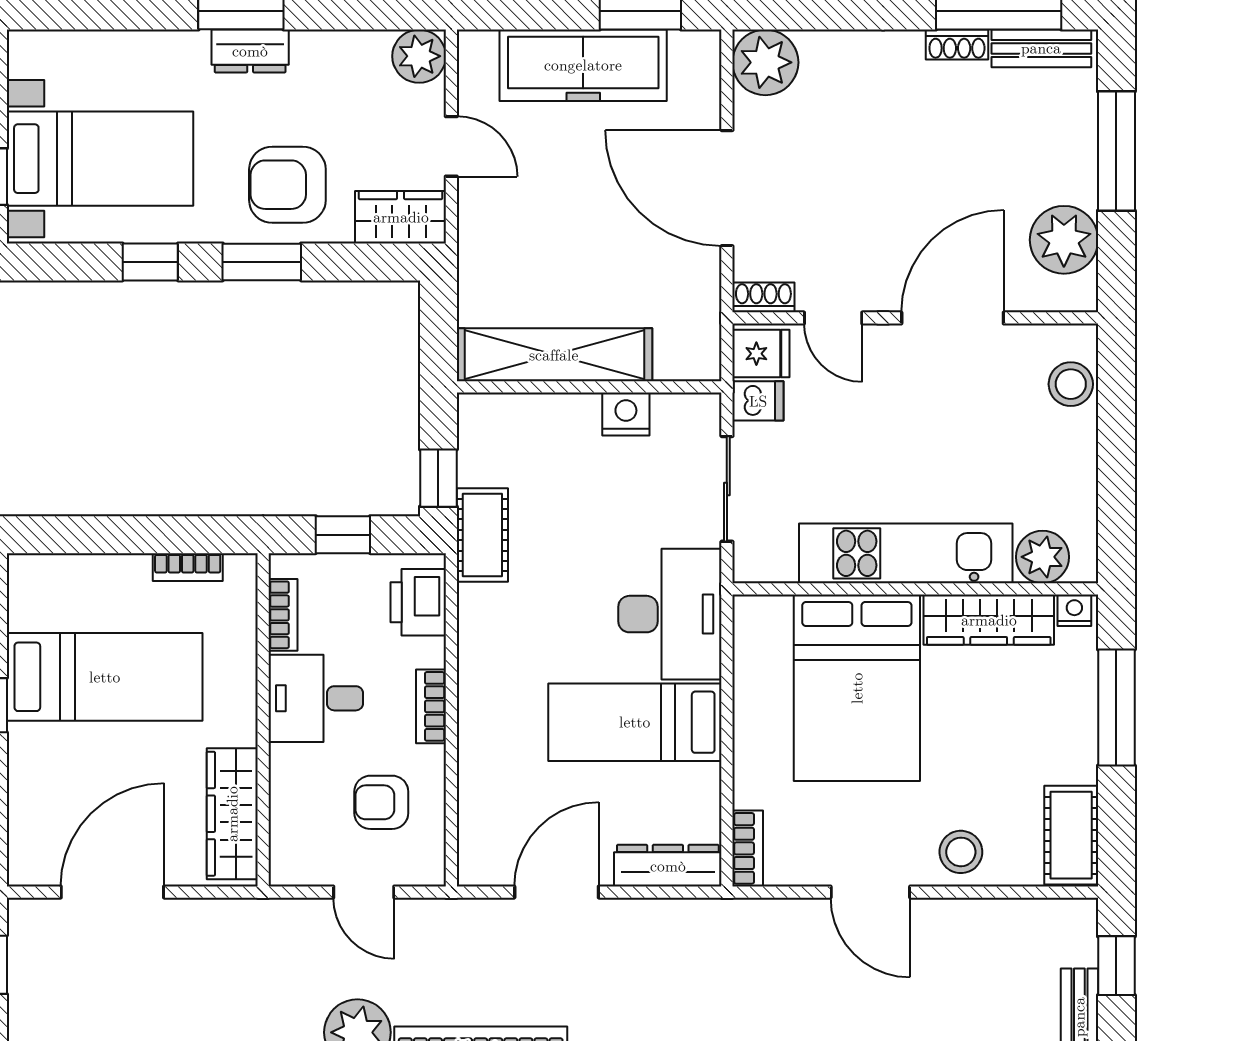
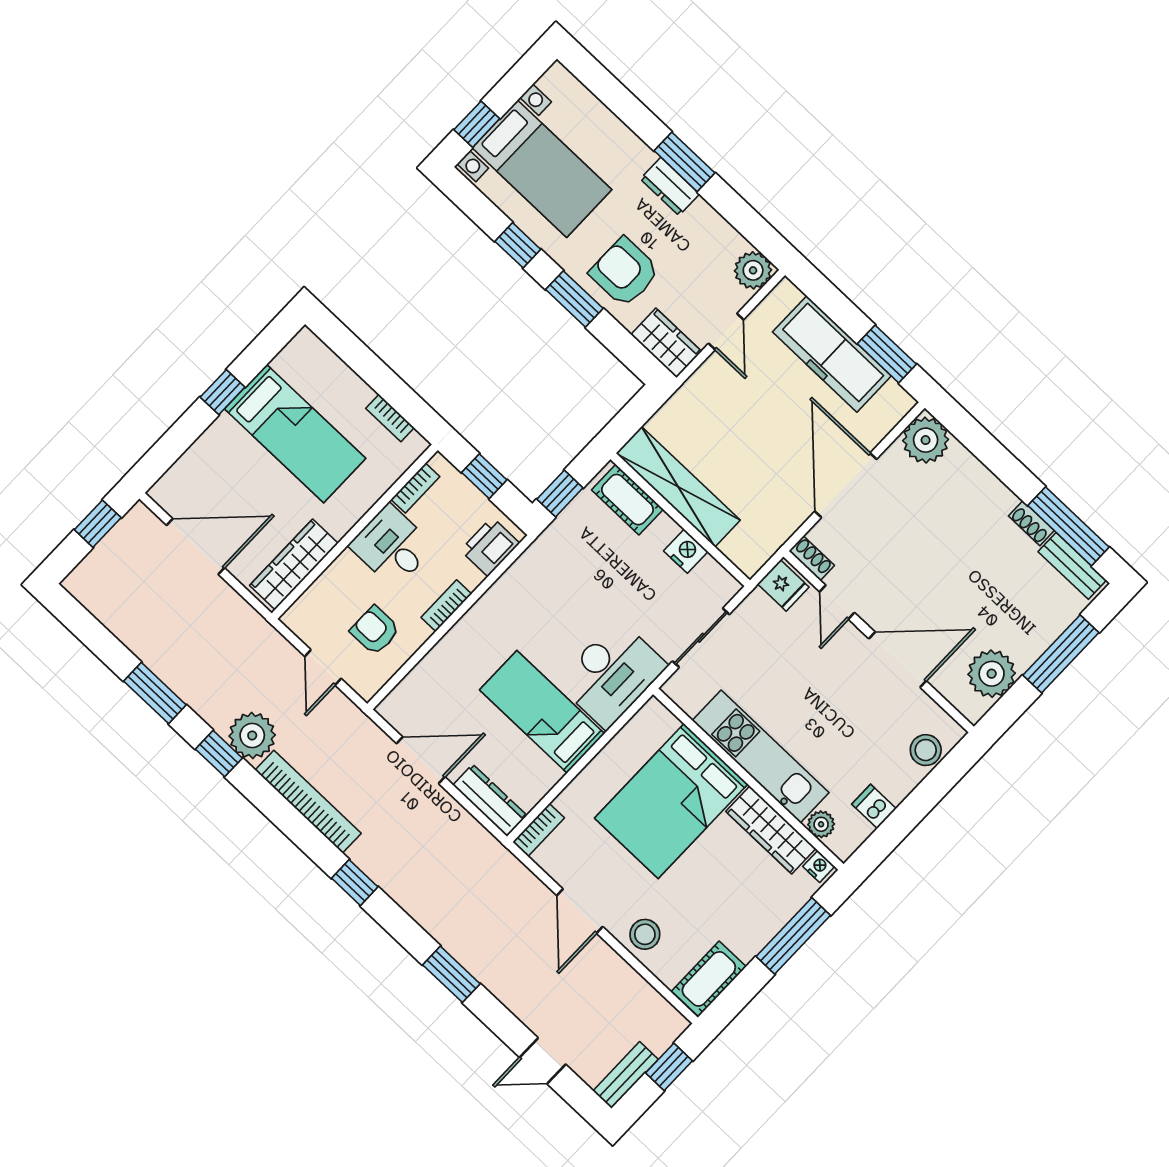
dishwasher: (758, 401) -> (874, 806), moved, turned 180
cot: (482, 535) -> (627, 500), moved, turned 90
plant: (1043, 557) -> (821, 824), width x0.73, depth x0.73

